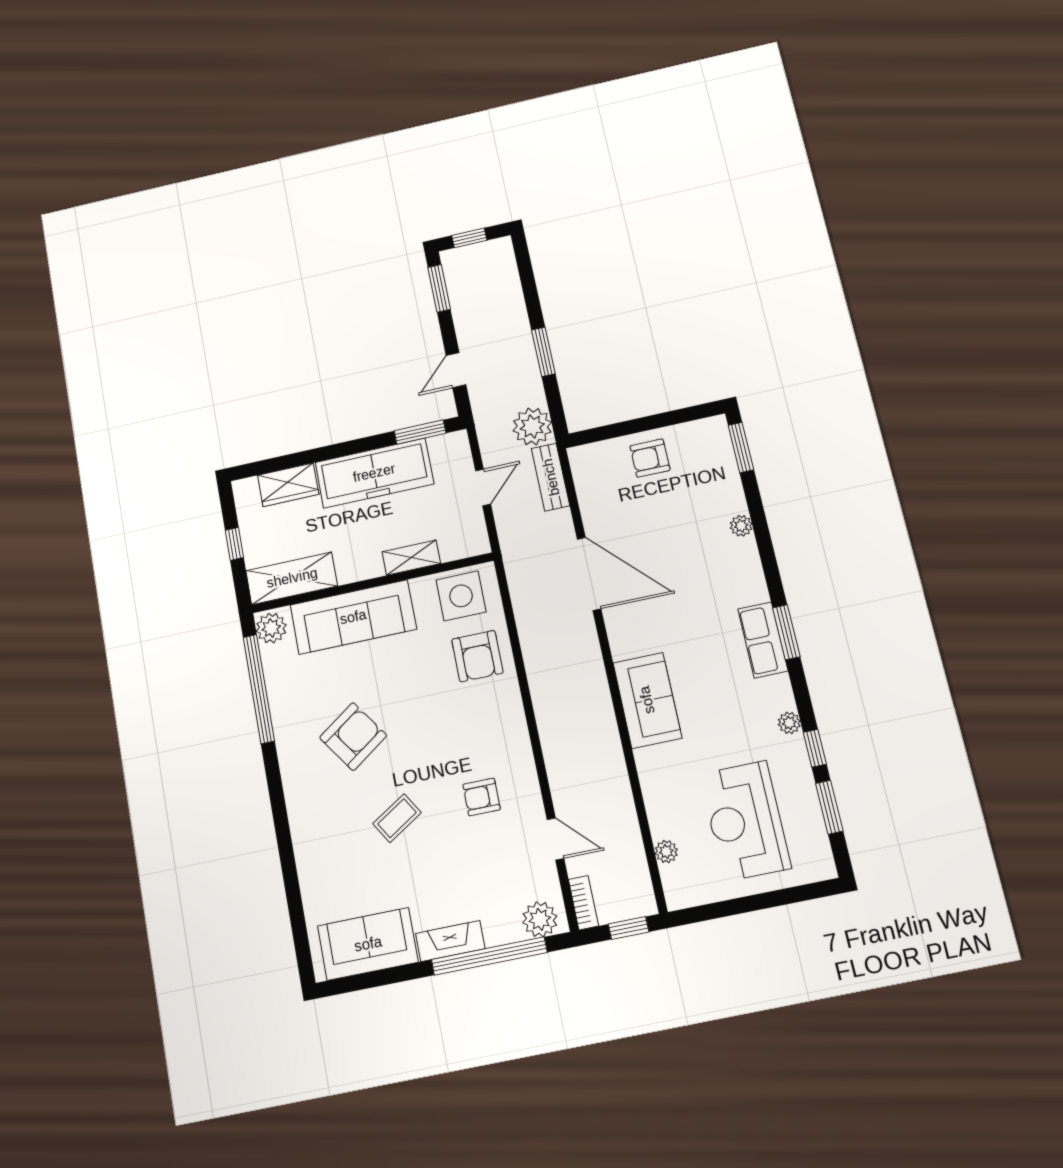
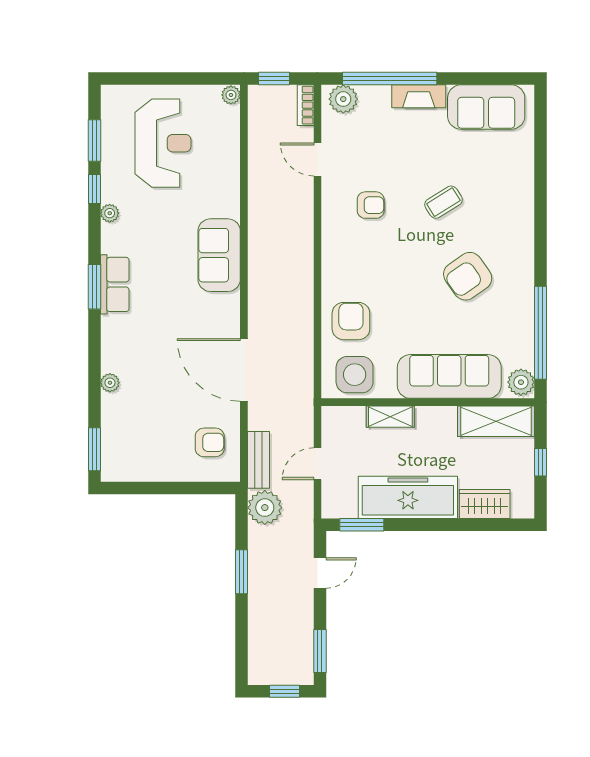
armchair: (650, 458) -> (210, 442), moved
plant: (666, 852) -> (231, 95), moved

